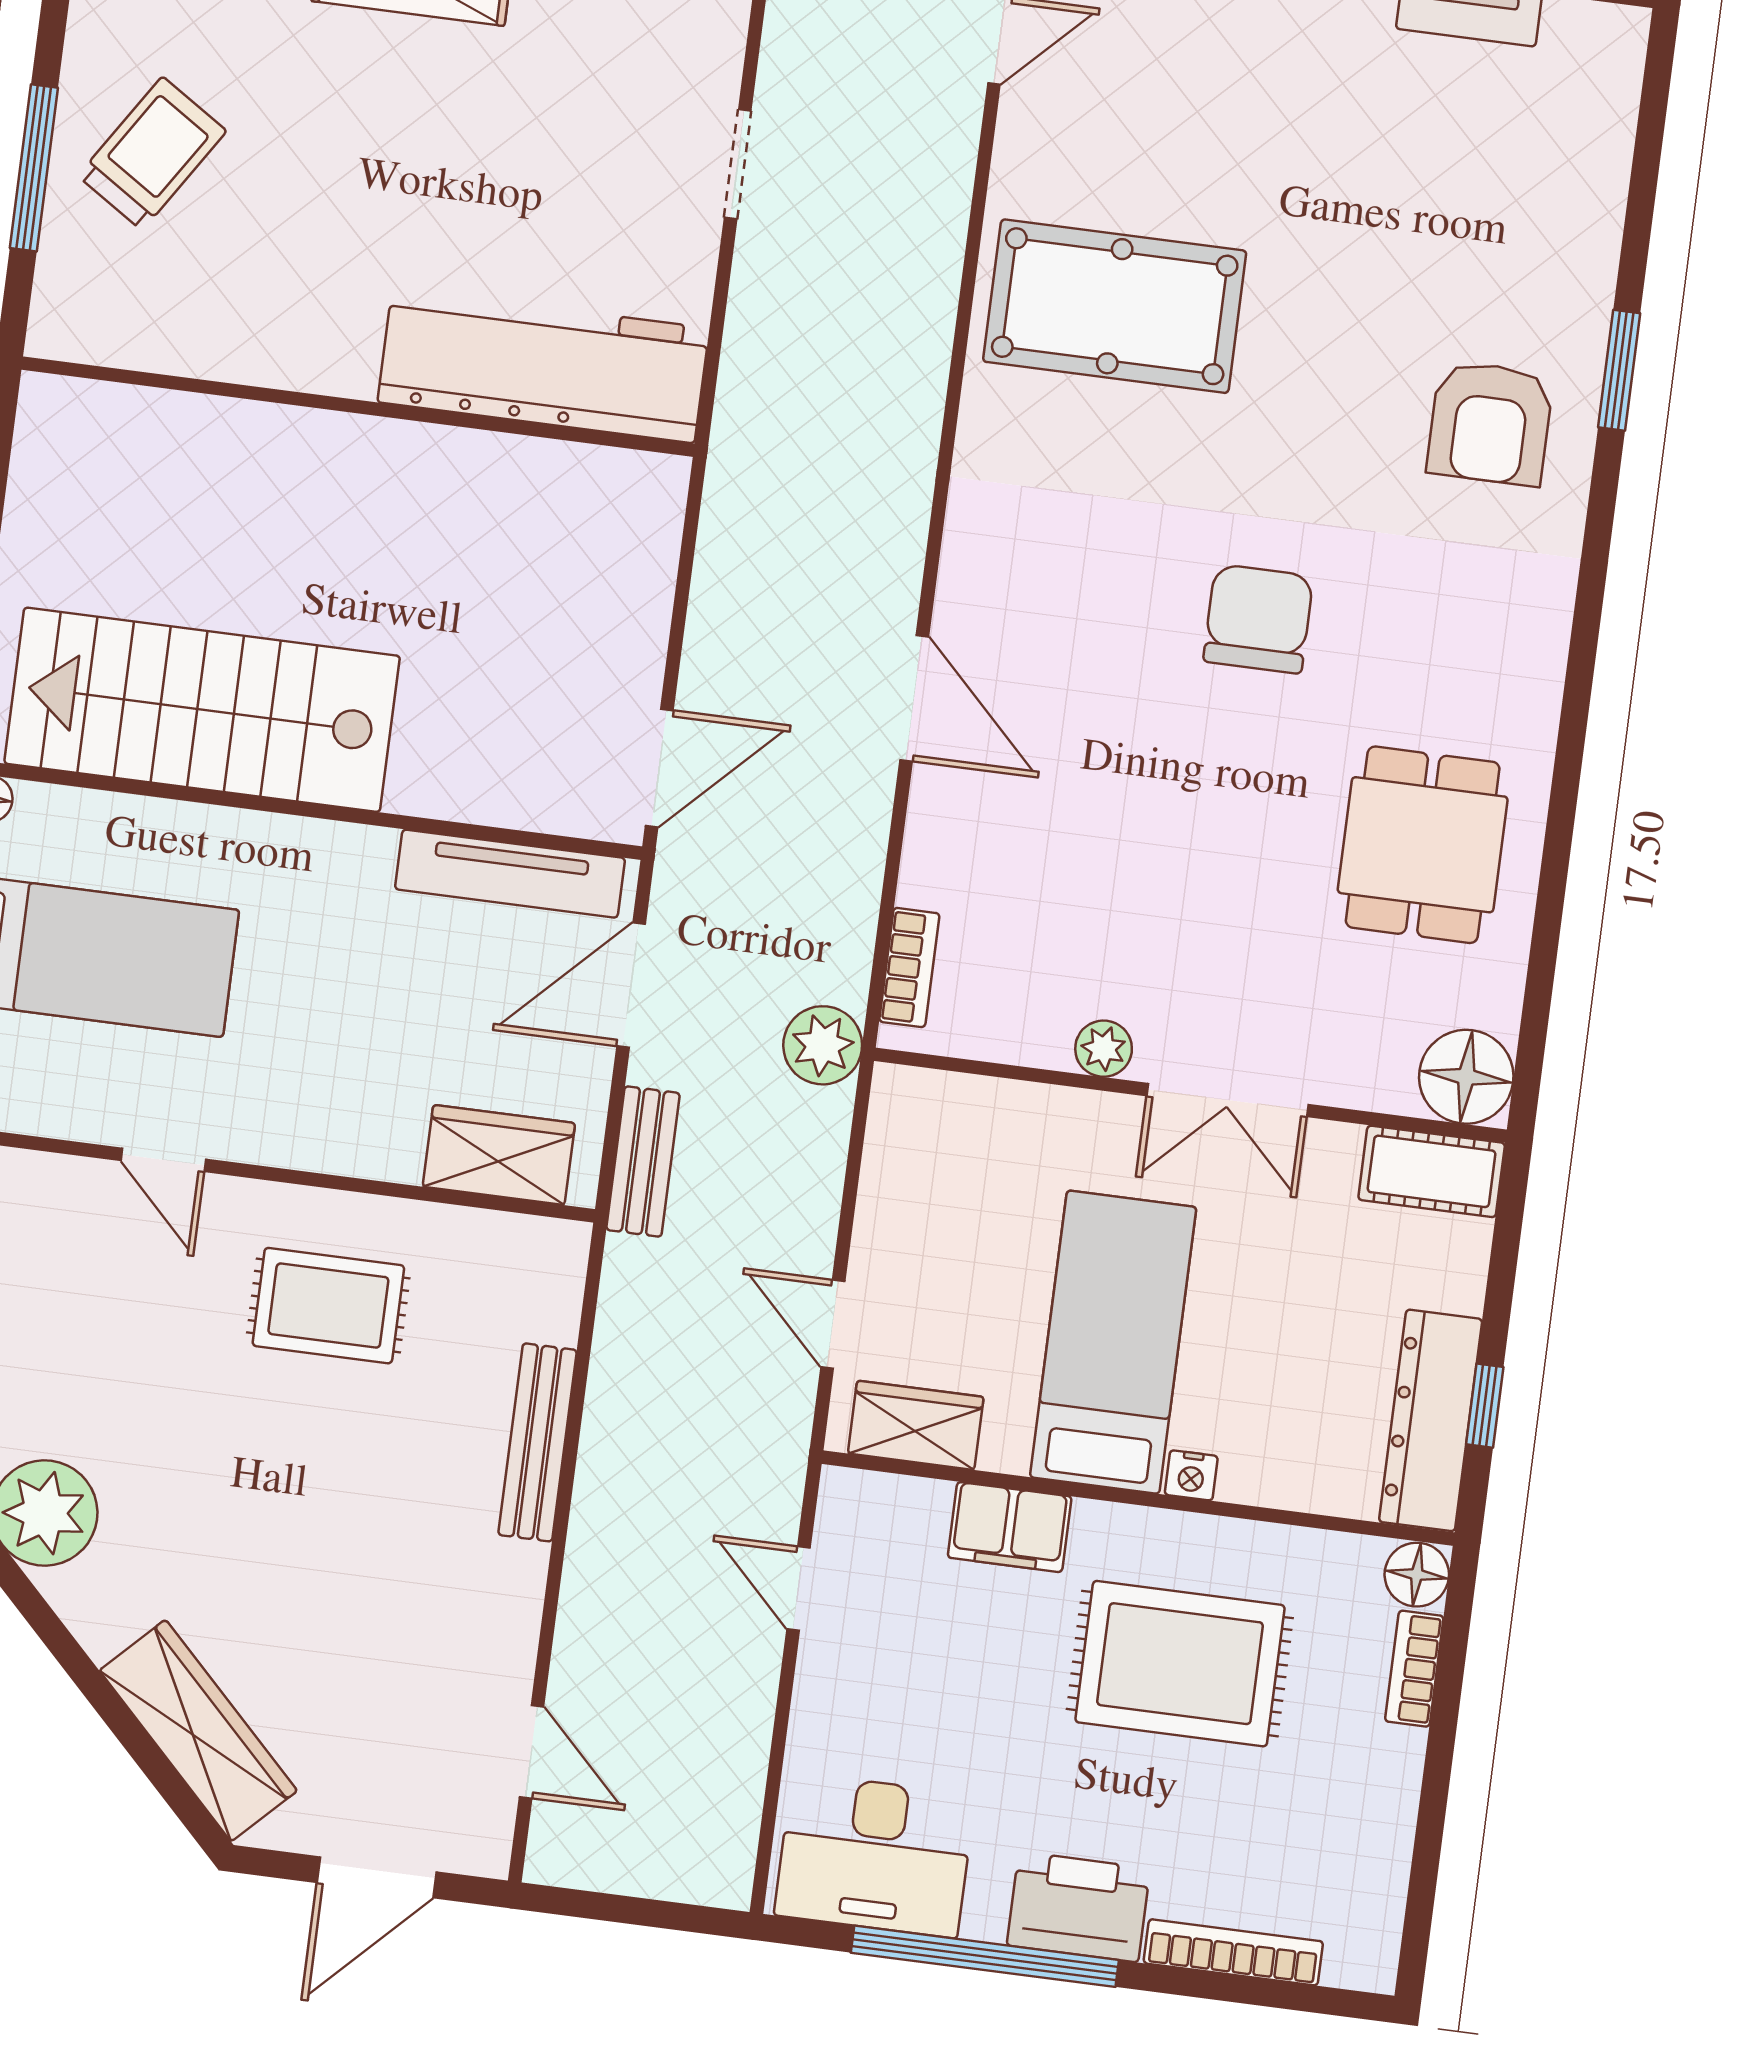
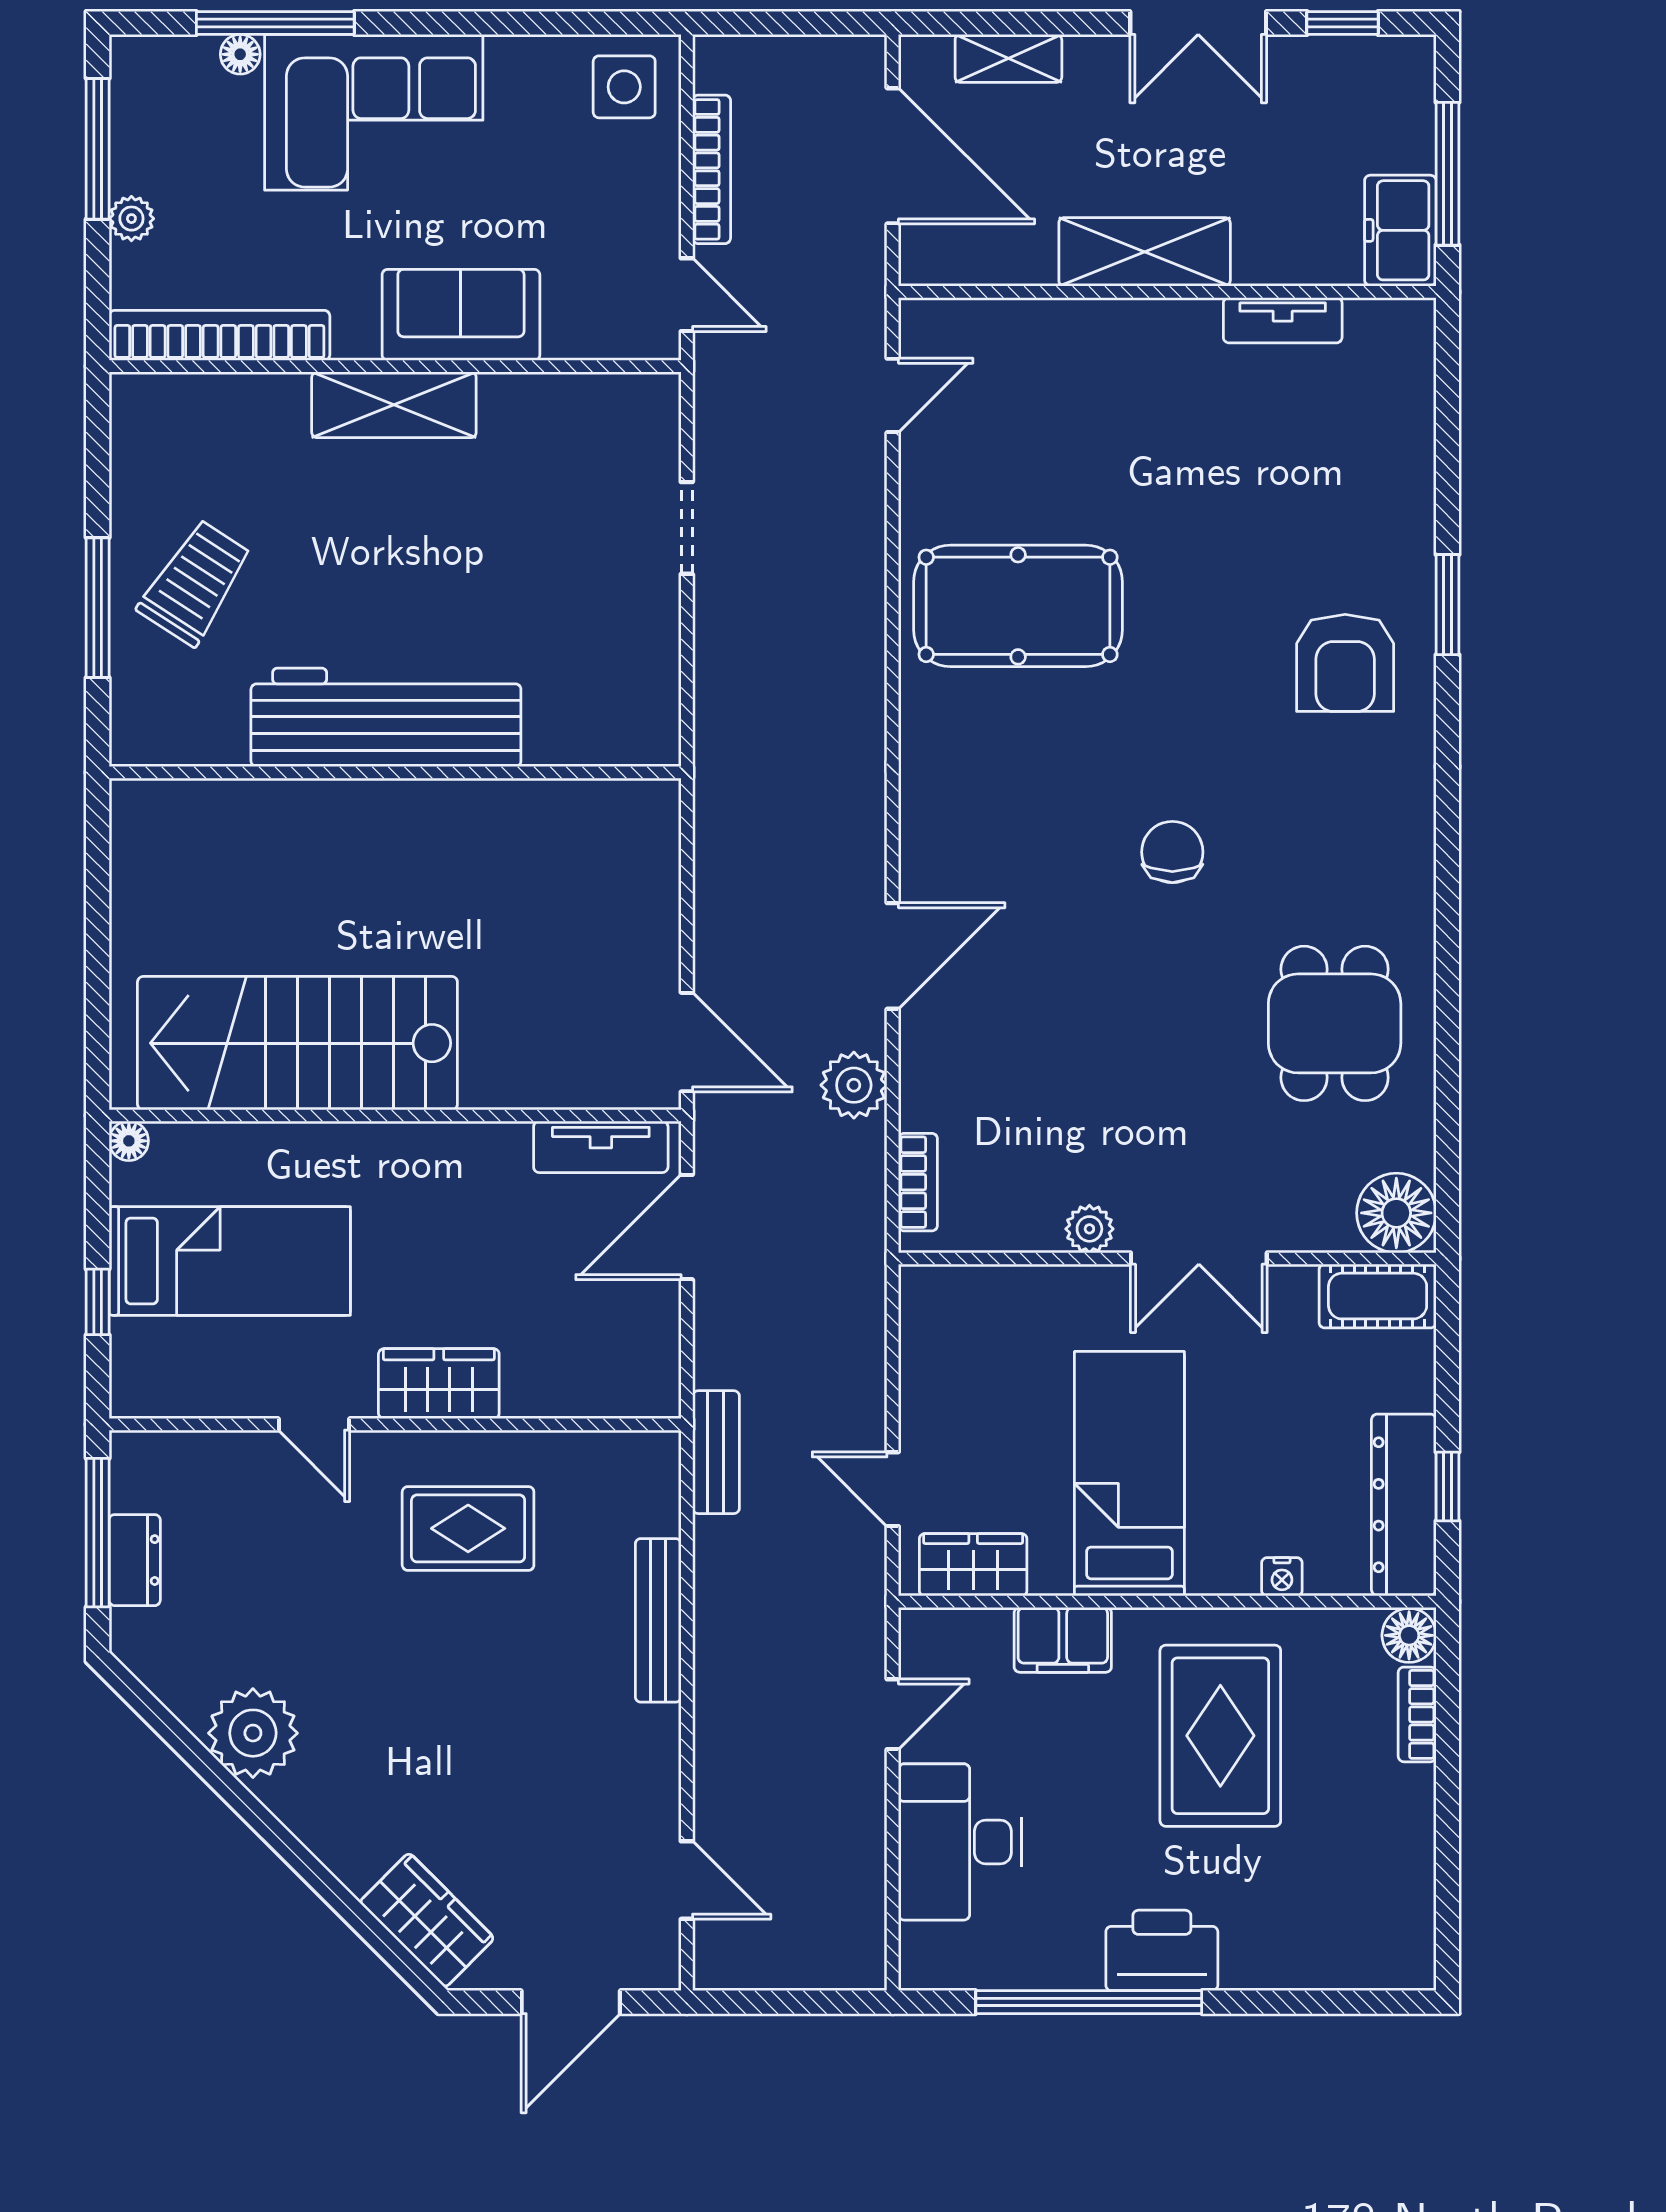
workbench: (543, 365) -> (386, 717), moved
chair: (1258, 619) -> (1172, 852), width x0.73, depth x0.73
door: (914, 698) -> (893, 956), hinge flipped
door: (659, 768) -> (687, 1042), hinge flipped
tv unit: (510, 874) -> (601, 1147), width x0.71
plant: (823, 1045) -> (854, 1085), moved
wardrobe: (499, 1155) -> (439, 1384), moved
bench: (643, 1161) -> (716, 1452), moved
nightstand: (1191, 1475) -> (1282, 1577), moved
door: (799, 1588) -> (893, 1714), swing flipped
rug: (1180, 1664) -> (1220, 1736), turned 90
wardrobe: (198, 1731) -> (427, 1920), width x0.67
desk: (875, 1855) -> (960, 1842), moved, turned 90
bookcase: (1233, 1952) -> (1296, 1972), removed

